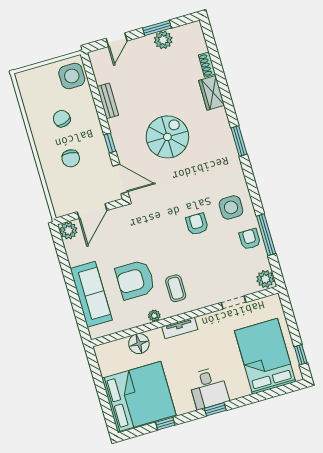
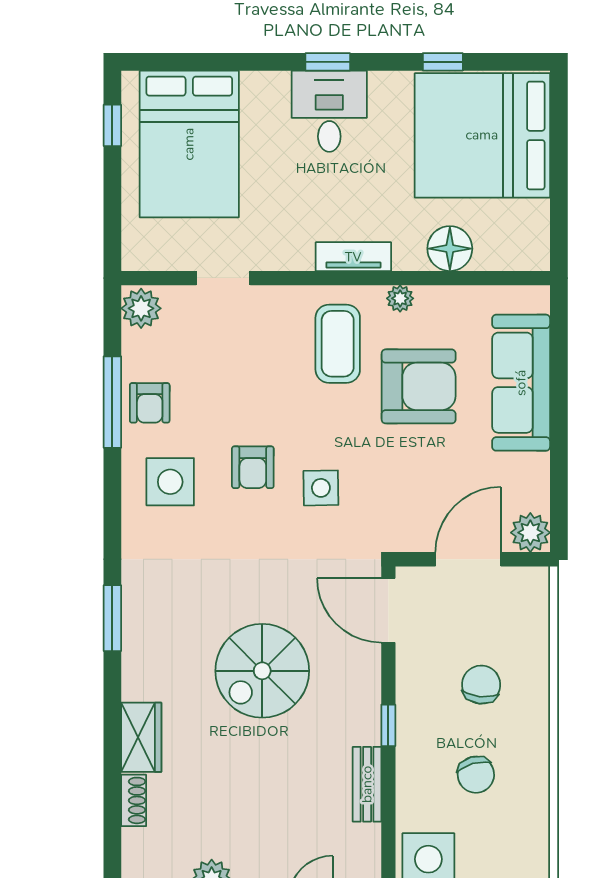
window: (110, 143) -> (388, 725), moved
side table: (165, 224) -> (321, 488), added
coffee table: (176, 288) -> (338, 344), width x1.36, depth x1.30

